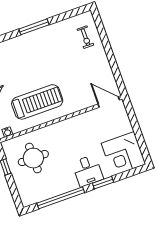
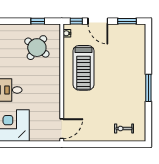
round table: (33, 158) -> (37, 48), turned 36

